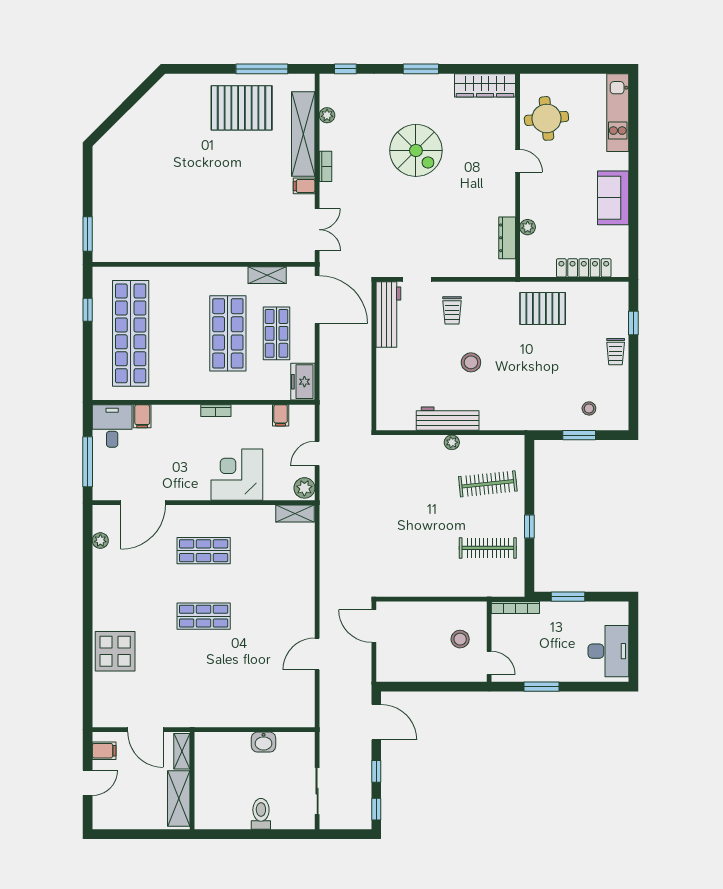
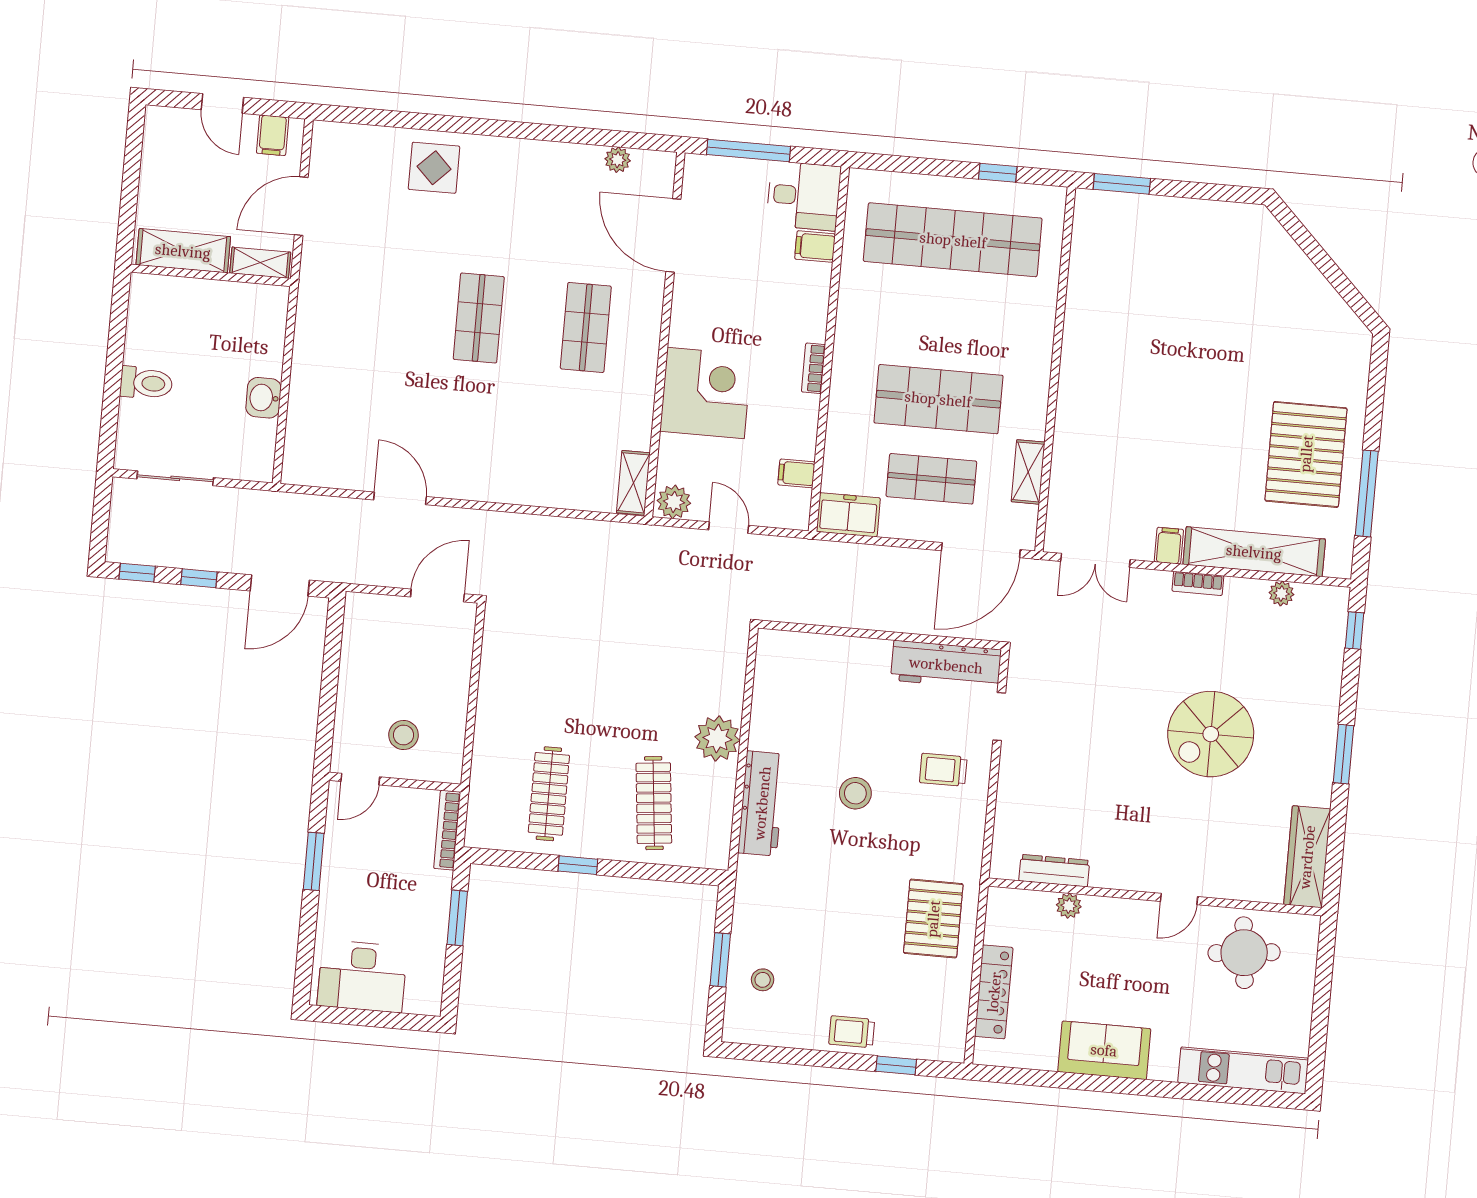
workbench: (448, 419) -> (762, 803), moved
plant: (452, 442) -> (717, 739), width x1.88, depth x1.88
display table: (115, 651) -> (434, 168), width x0.73, depth x0.73

